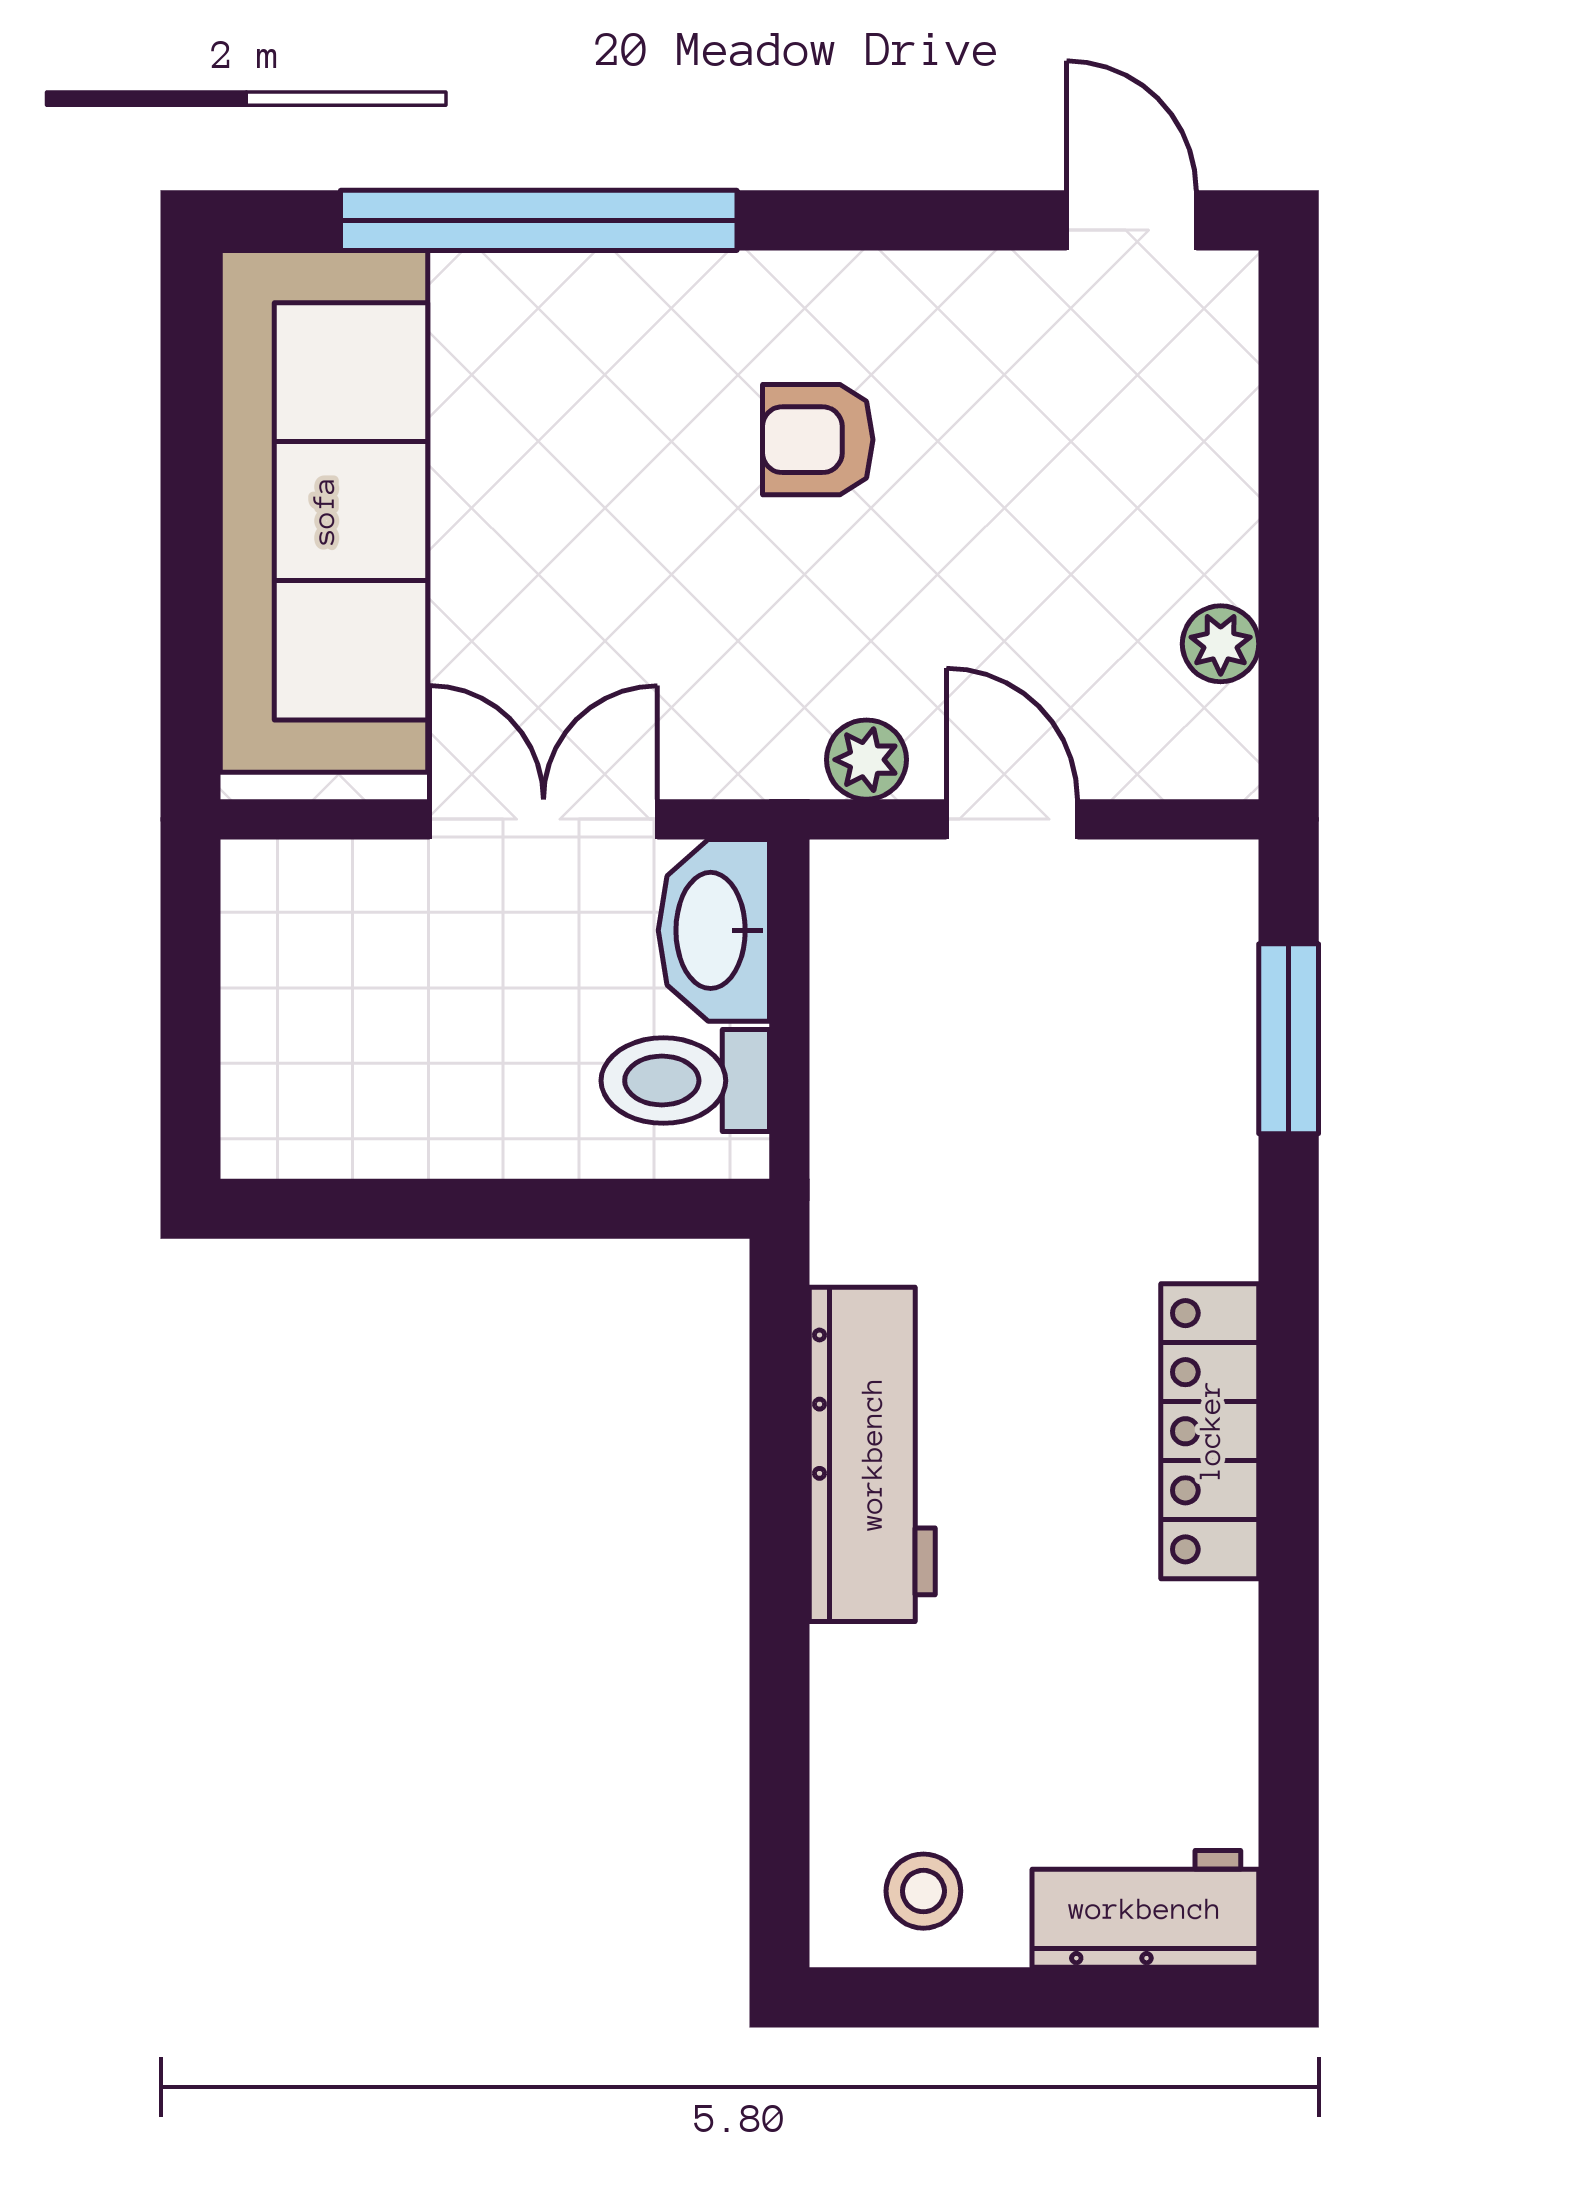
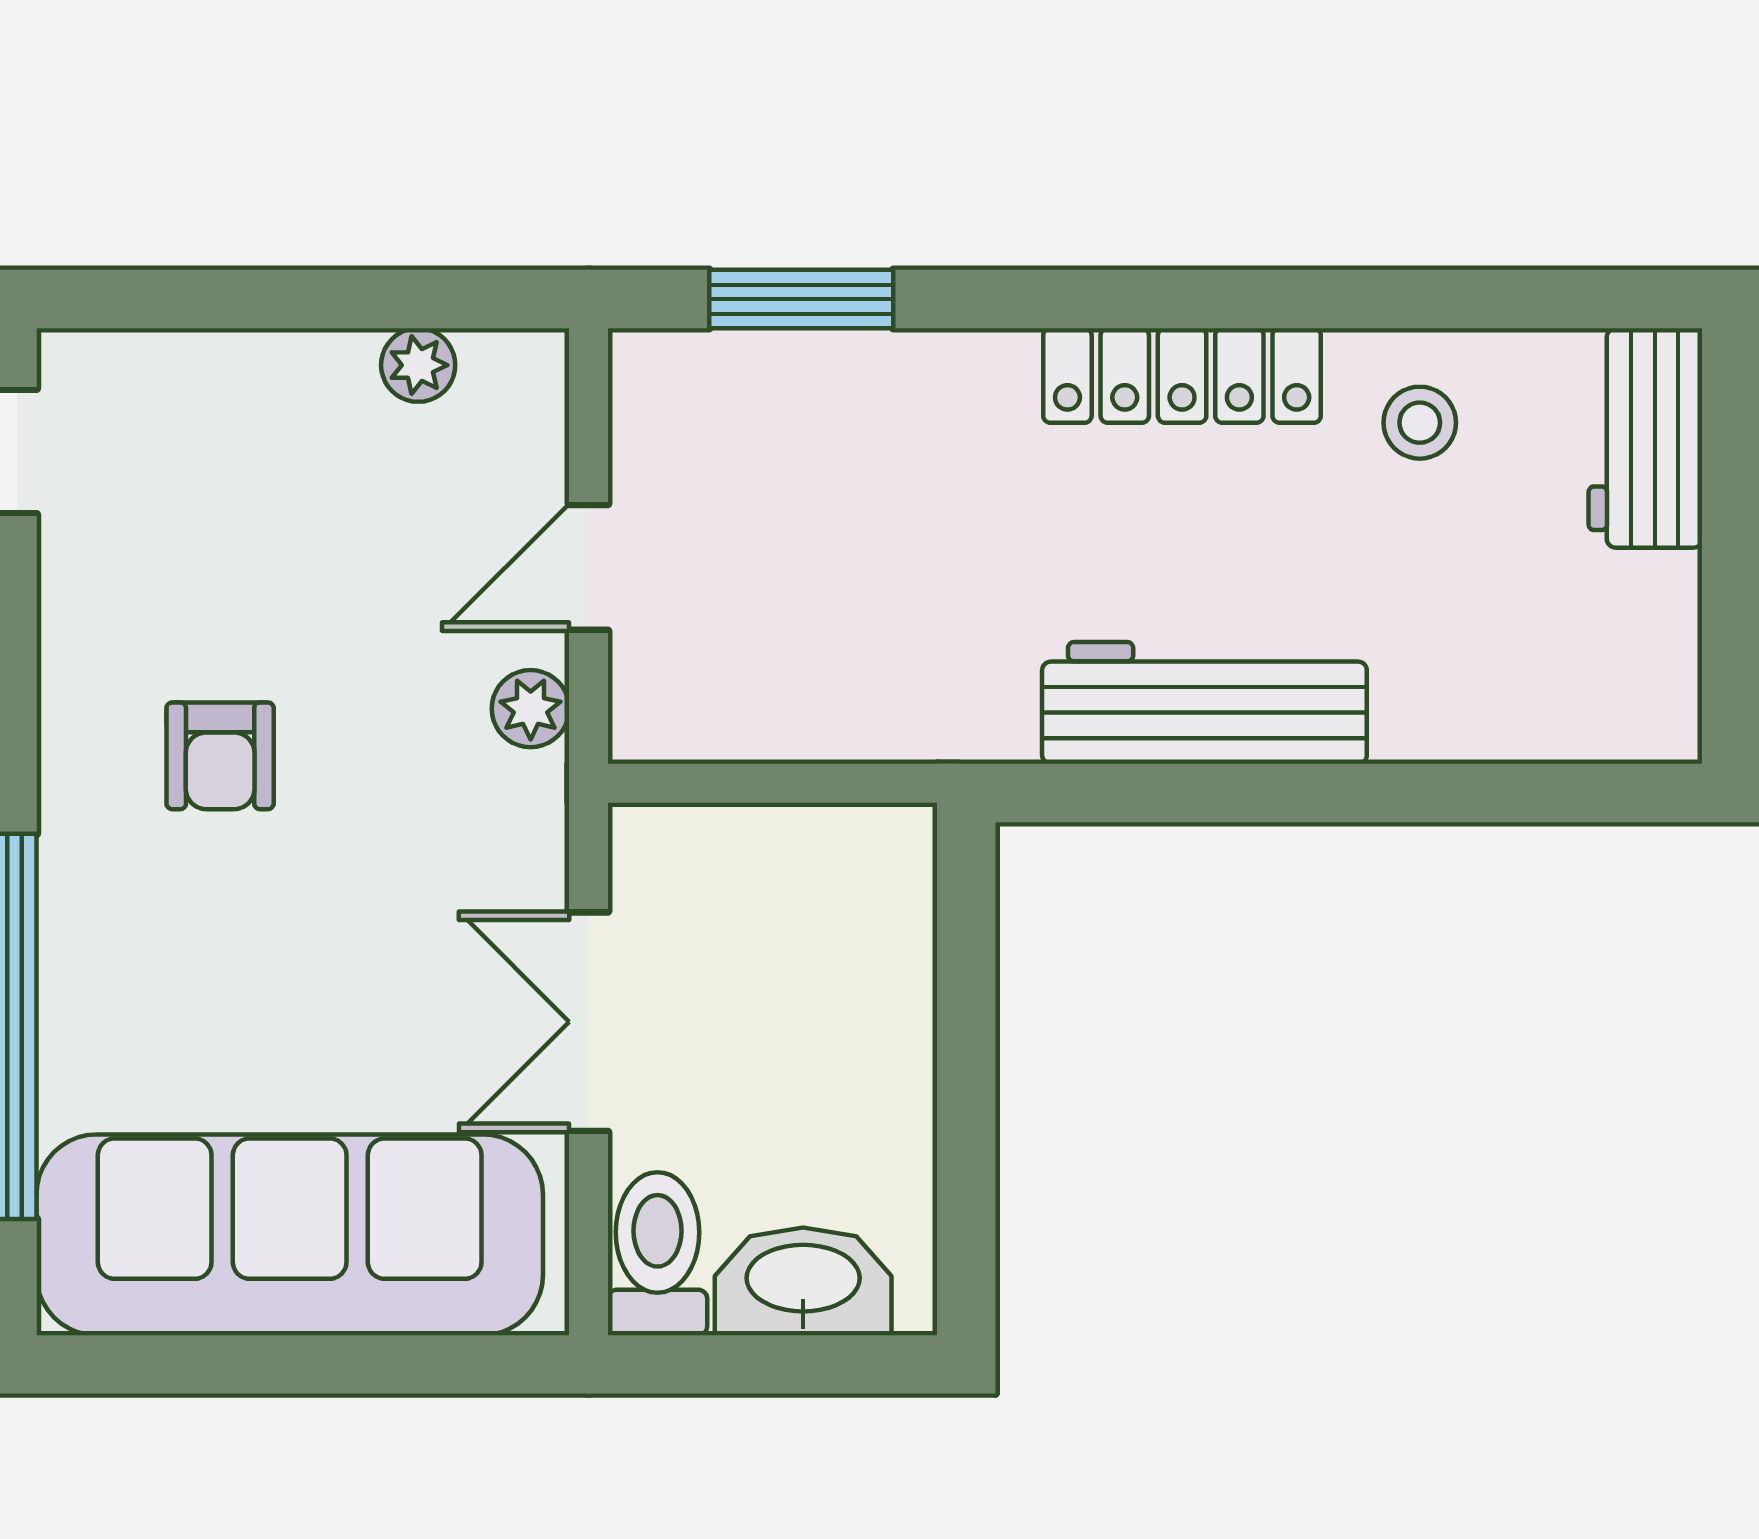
washbasin: (714, 930) -> (803, 1281), moved, turned 180
toilet: (685, 1081) -> (657, 1254), moved, turned 180
stool: (923, 1891) -> (1420, 423), moved

